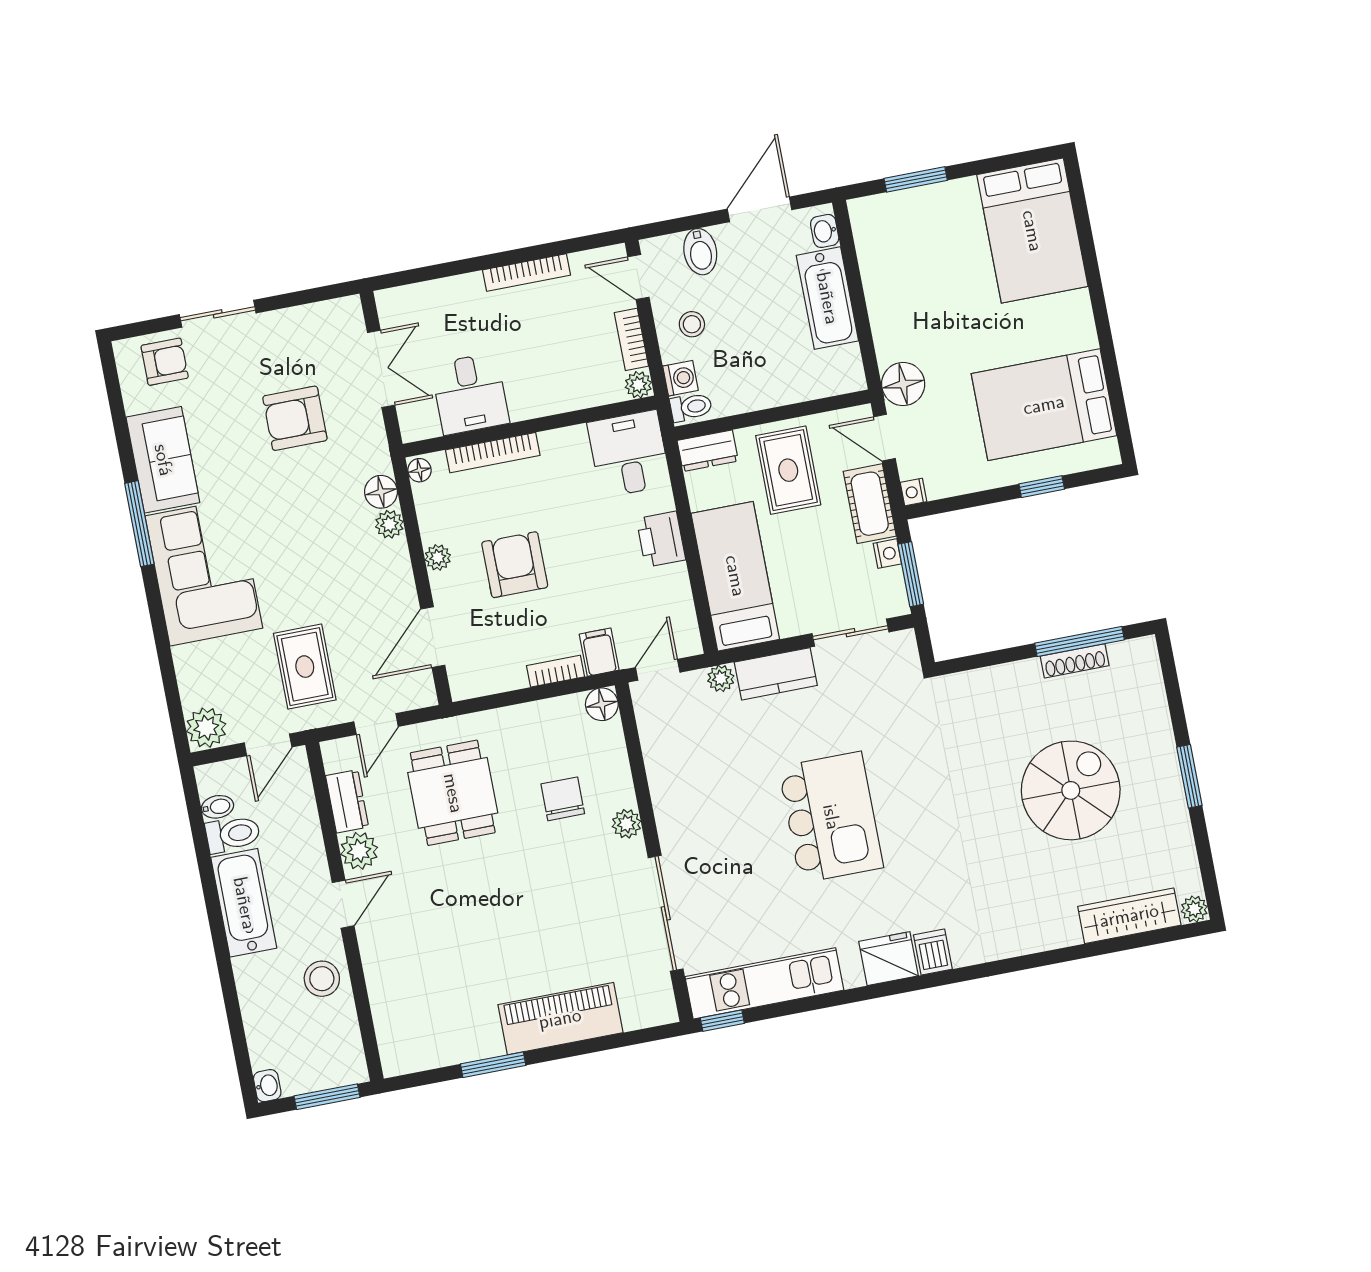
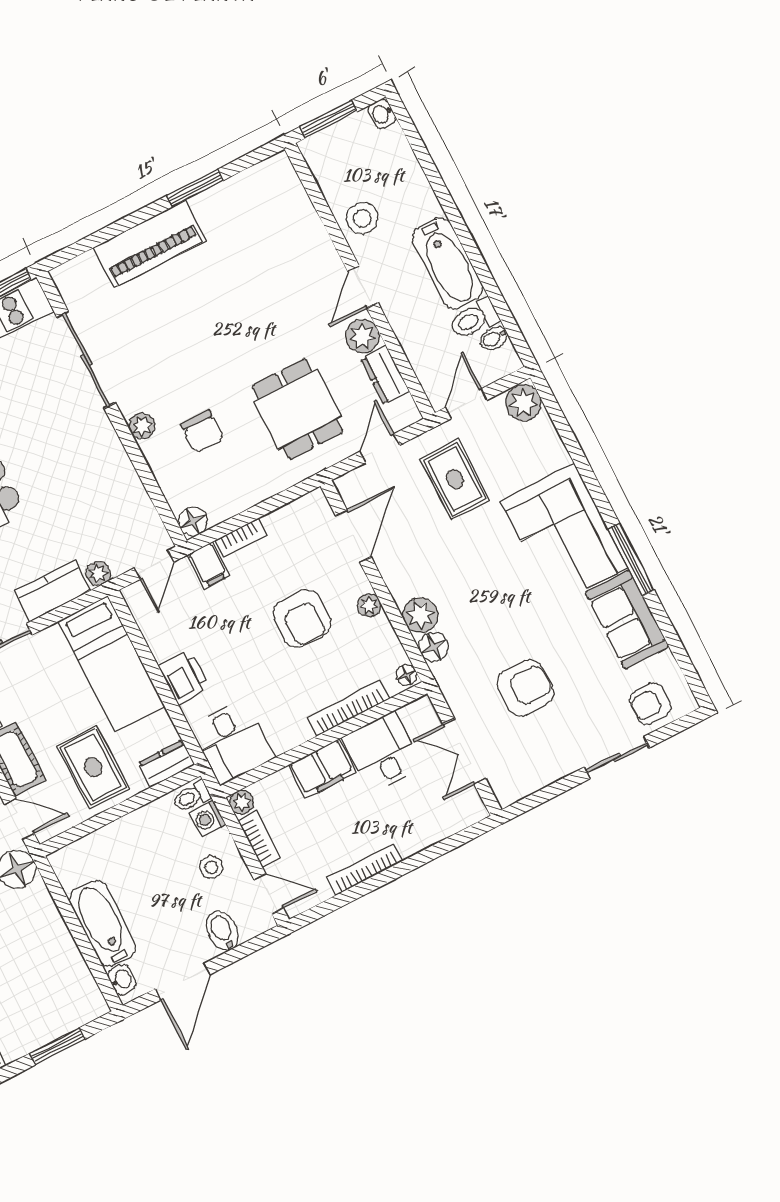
filing cabinet: (541, 395) -> (322, 769), added
plant: (389, 524) -> (420, 615), width x1.38, depth x1.38

